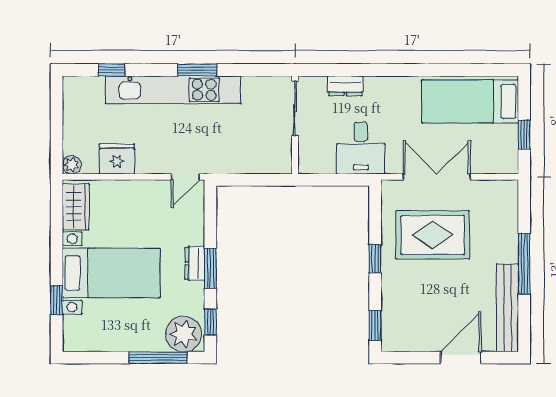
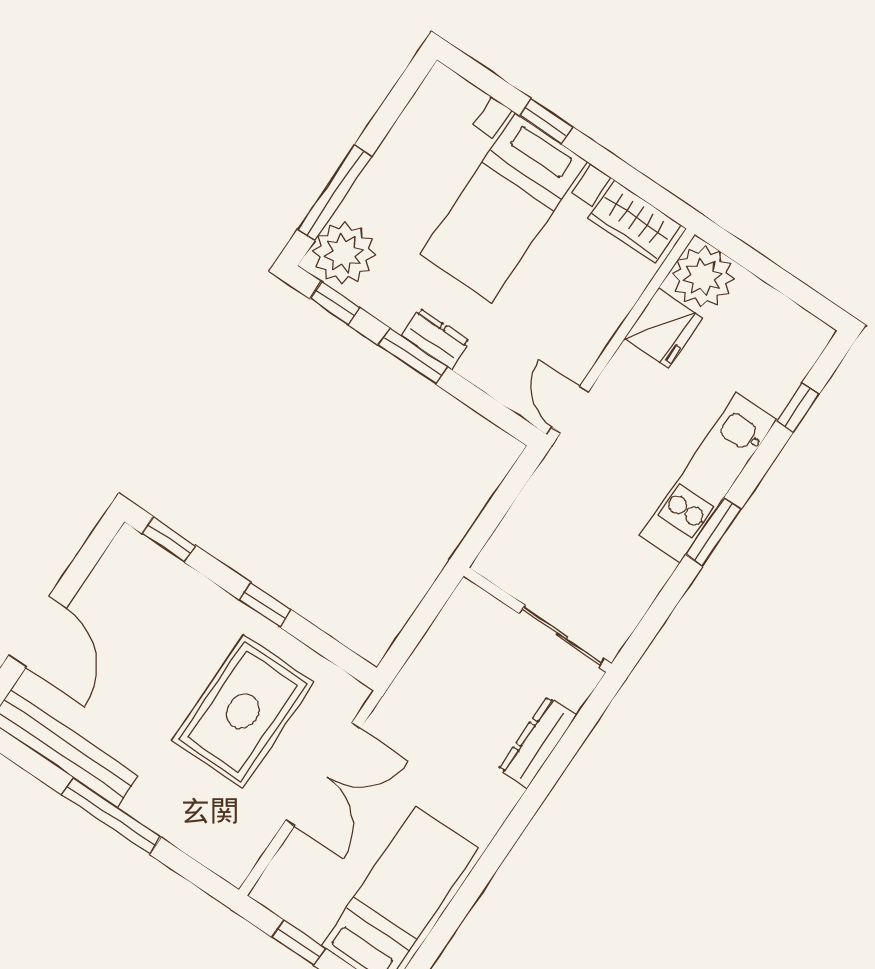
dresser: (345, 86) -> (538, 742), width x1.44
kitchen unit: (173, 90) -> (708, 477), width x0.73
desk: (361, 148) -> (440, 693), removed
plant: (72, 165) -> (703, 277), width x1.88, depth x1.88
window: (57, 300) -> (546, 121), moved

